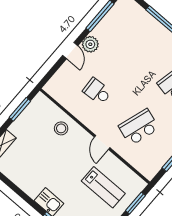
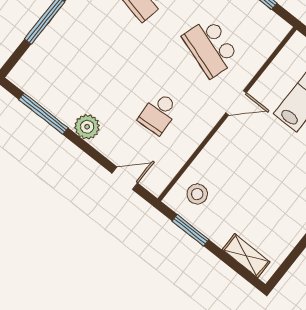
door: (70, 51) -> (125, 178), moved
stool: (61, 128) -> (197, 194), moved

